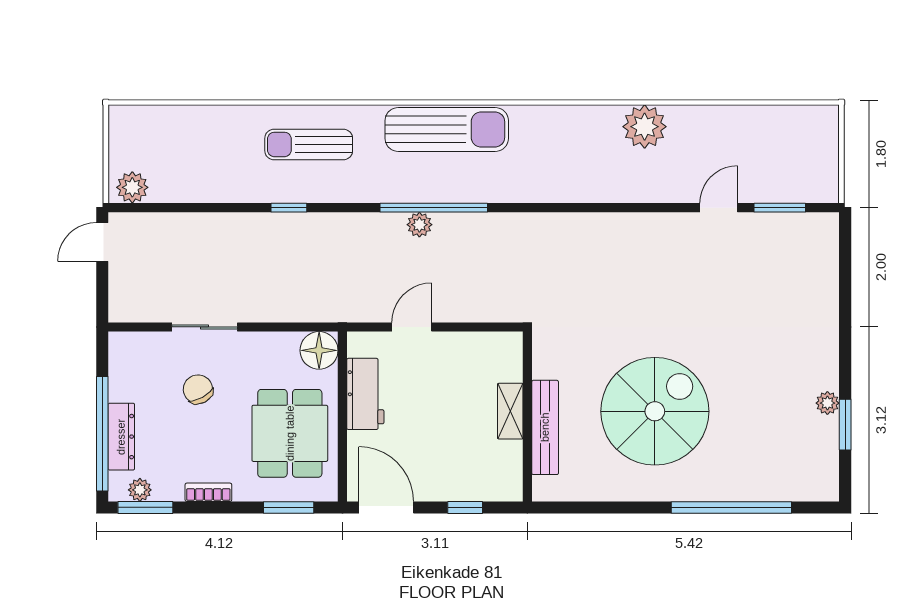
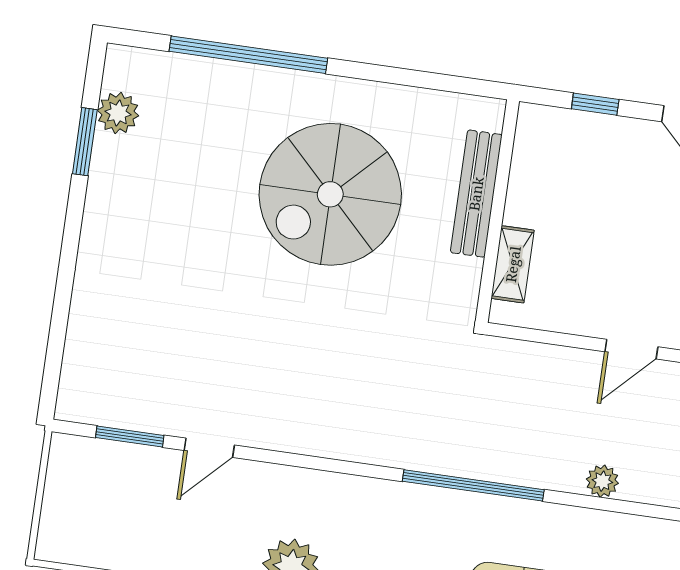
window: (434, 208) -> (473, 485), moved
plant: (827, 403) -> (118, 113), moved, width x1.38, depth x1.38
shelving: (510, 411) -> (513, 264), moved

